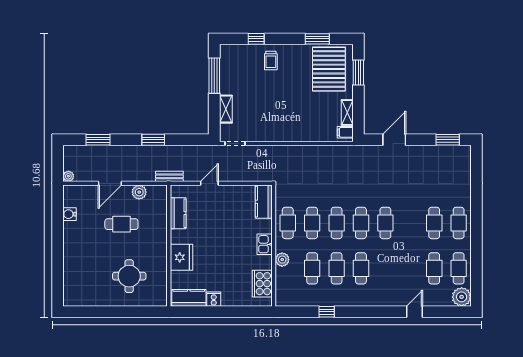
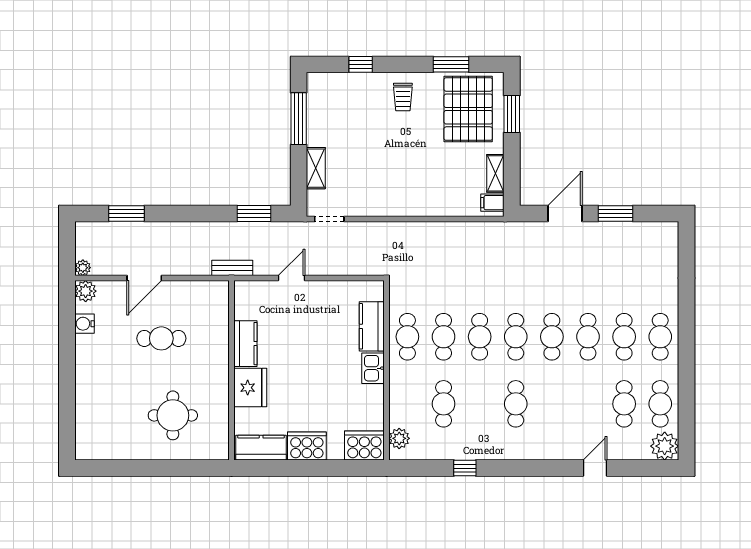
trolley: (271, 60) -> (403, 97), moved
window: (153, 140) -> (254, 214), moved
window: (448, 140) -> (616, 214), moved
plant: (139, 192) -> (86, 291), moved
kitchen counter: (264, 202) -> (372, 326), moved
kitchen counter: (178, 213) -> (245, 344), moved
plant: (282, 260) -> (399, 438), moved
cafe table: (337, 268) -> (588, 337), moved
cooker: (262, 284) -> (364, 446), moved, turned 90
cooker: (214, 299) -> (307, 446), width x1.87, depth x1.31

